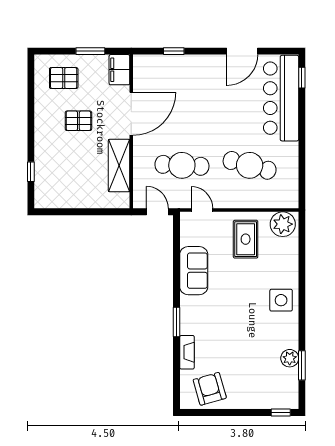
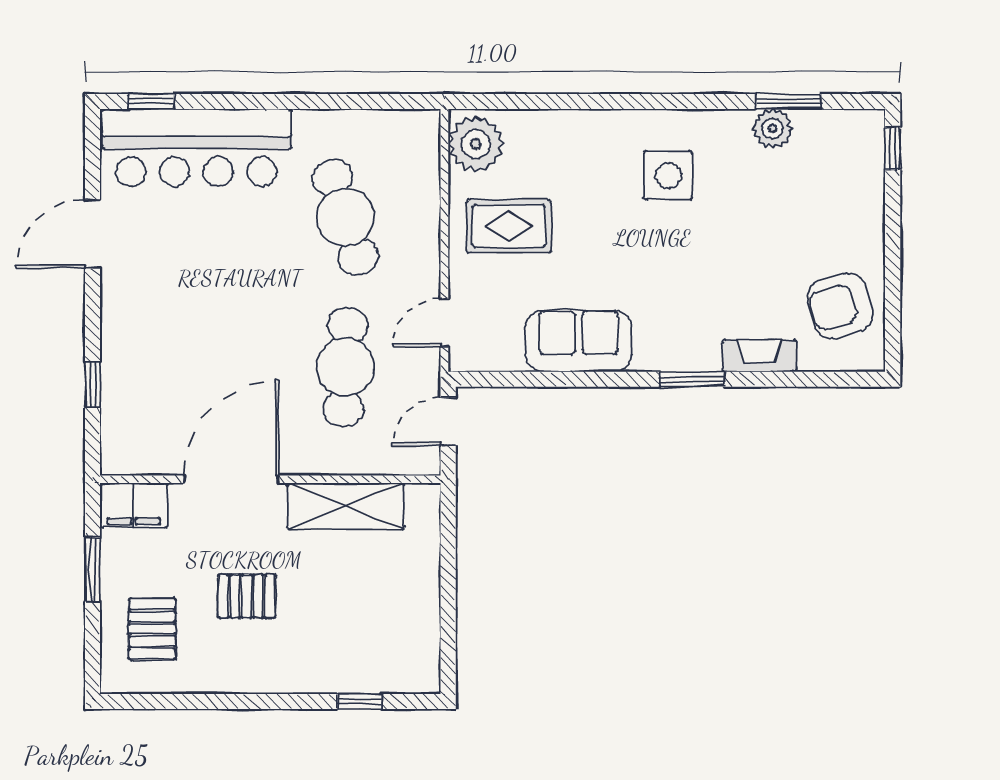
door: (242, 51) -> (93, 234), swing flipped
door: (131, 114) -> (231, 479), hinge flipped
pallet: (78, 121) -> (247, 596), turned 90
cafe table: (250, 165) -> (345, 217), turned -33
side table: (281, 300) -> (668, 175), moved

